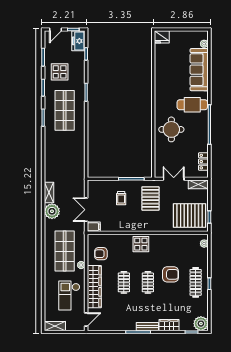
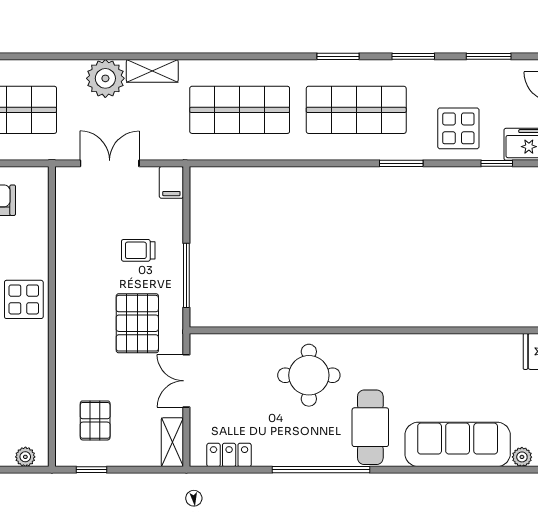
display table: (60, 72) -> (458, 128), moved
shop shelf: (65, 157) -> (240, 110), added
double door: (174, 179) -> (186, 381), swing flipped
pallet: (150, 198) -> (137, 323), turned 90
pallet: (190, 215) -> (95, 420), width x0.49, depth x0.50
filing cabinet: (94, 227) -> (171, 182), moved

